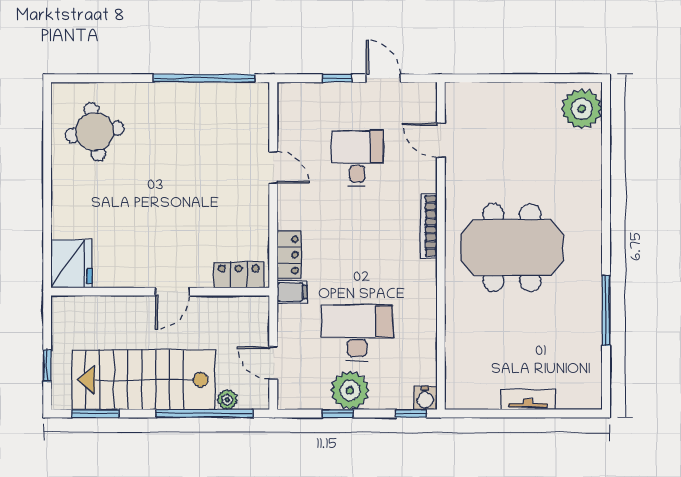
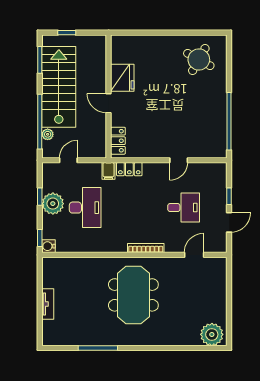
round table: (95, 132) -> (199, 59), turned 38
fridge: (71, 264) -> (122, 78), moved, turned -90

